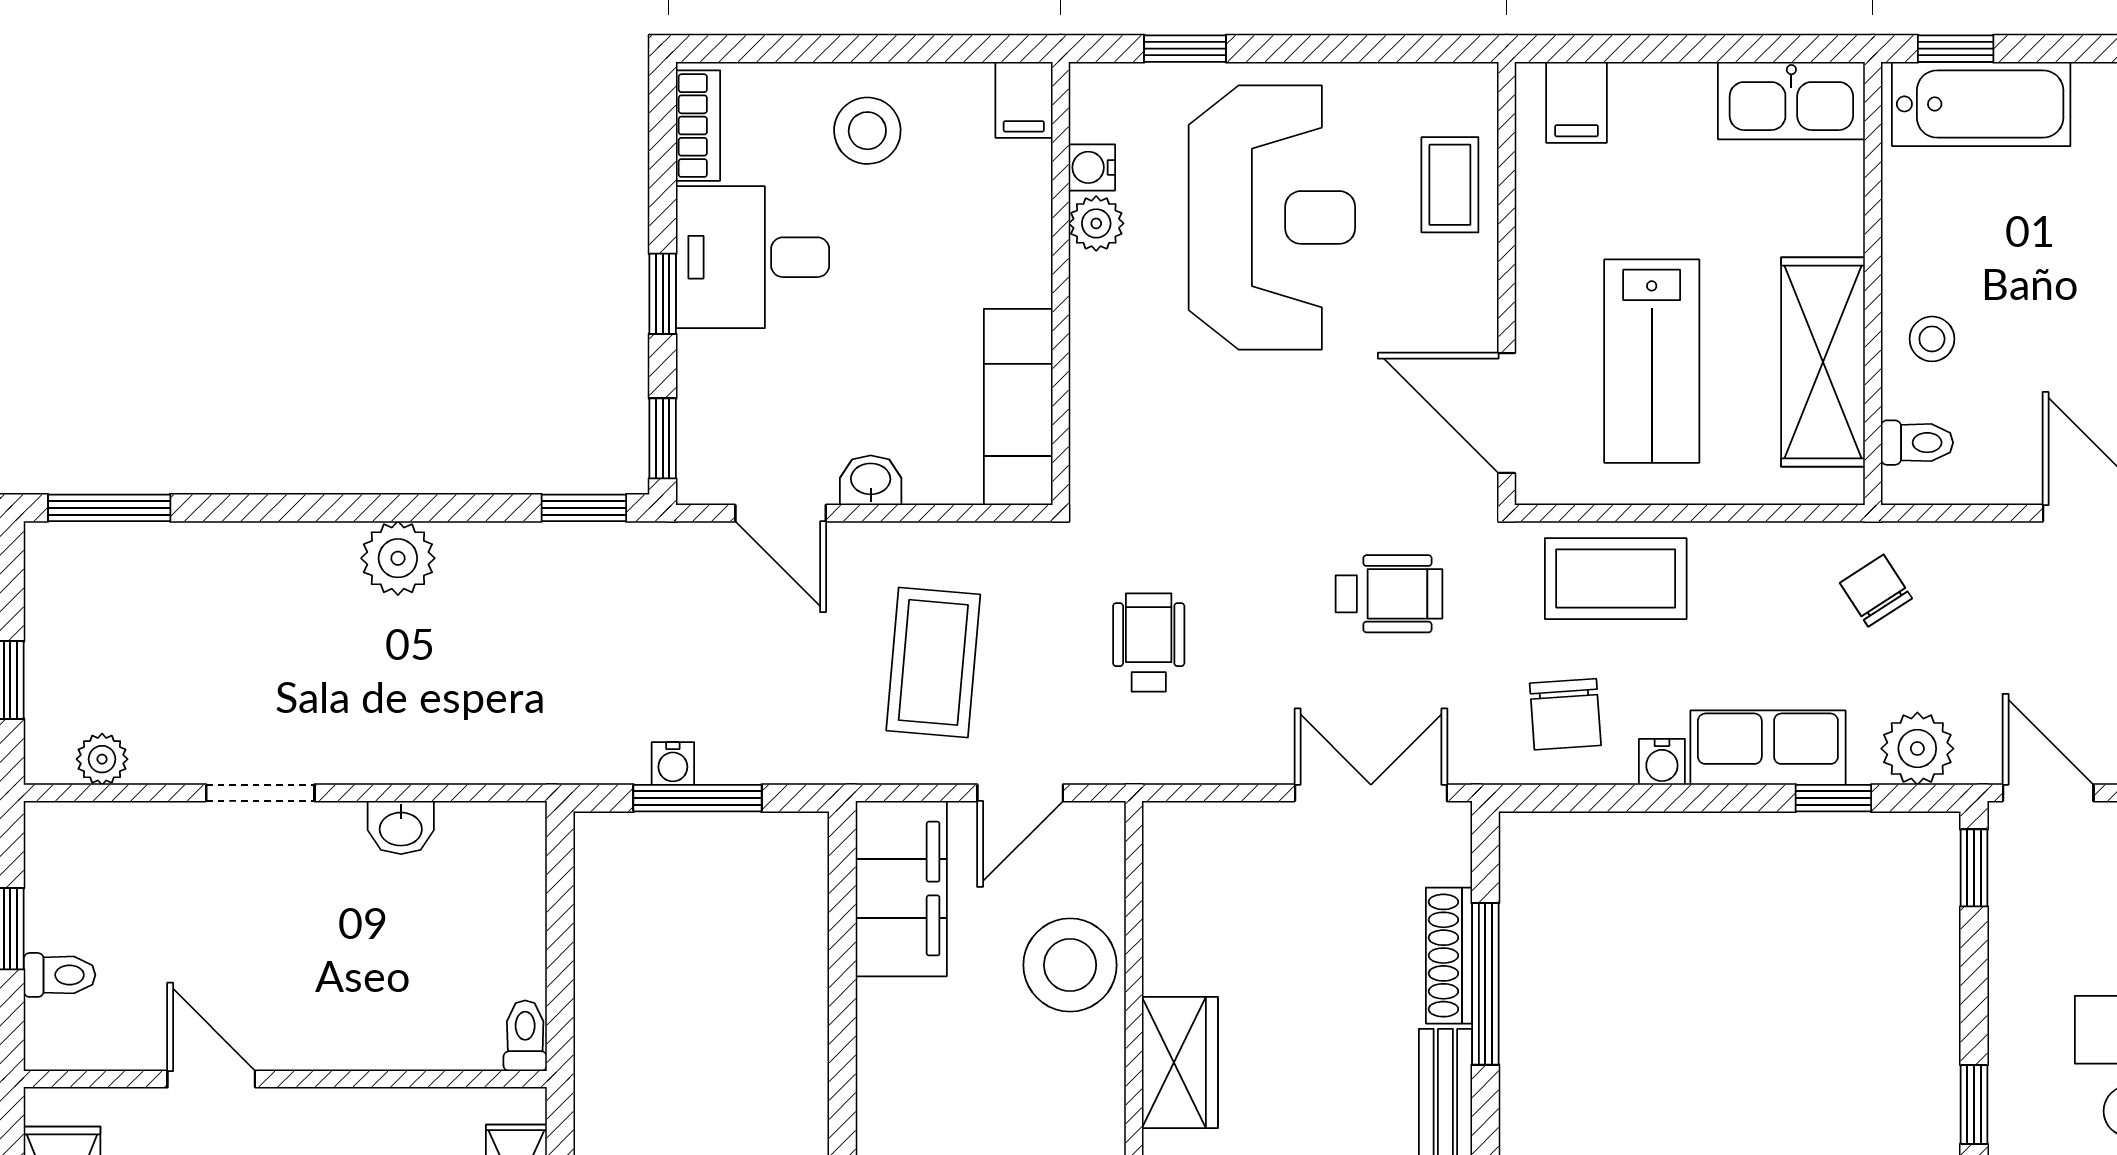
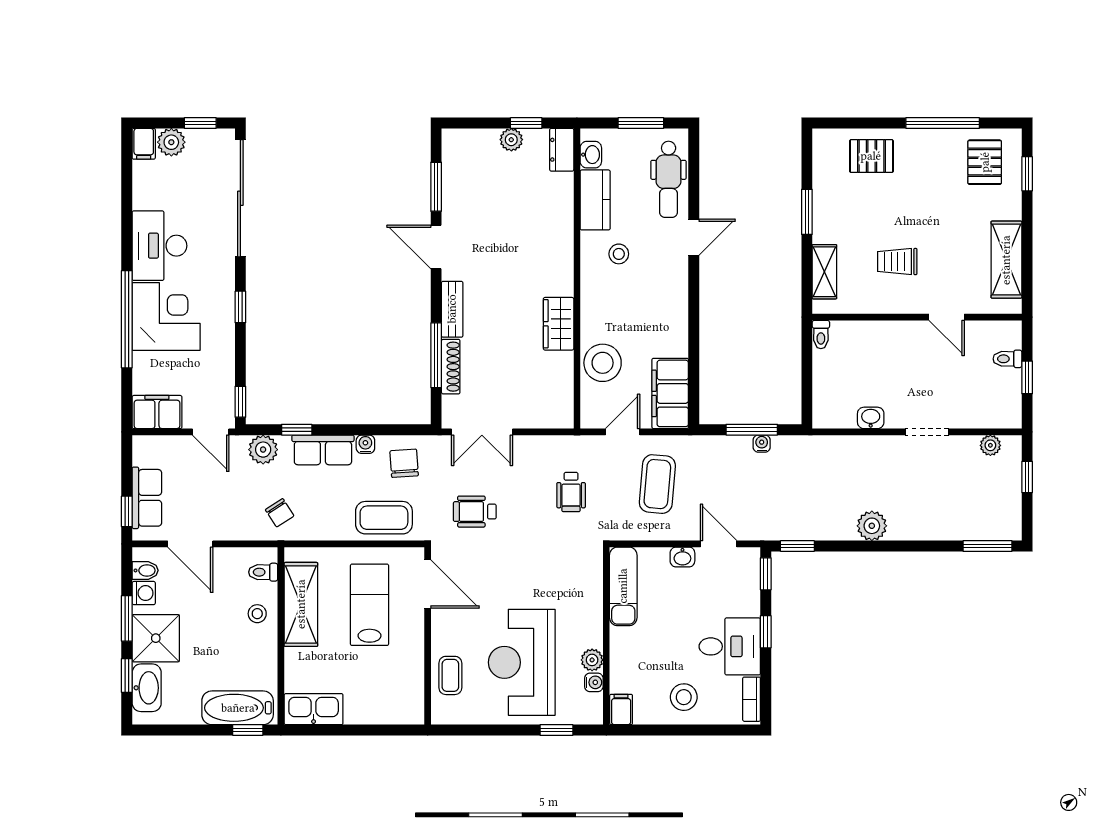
filing cabinet: (1577, 102) -> (400, 708), removed

